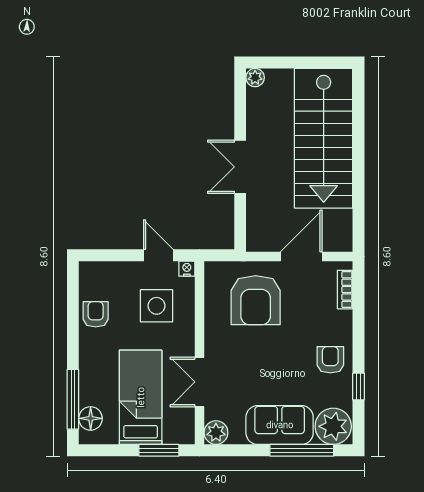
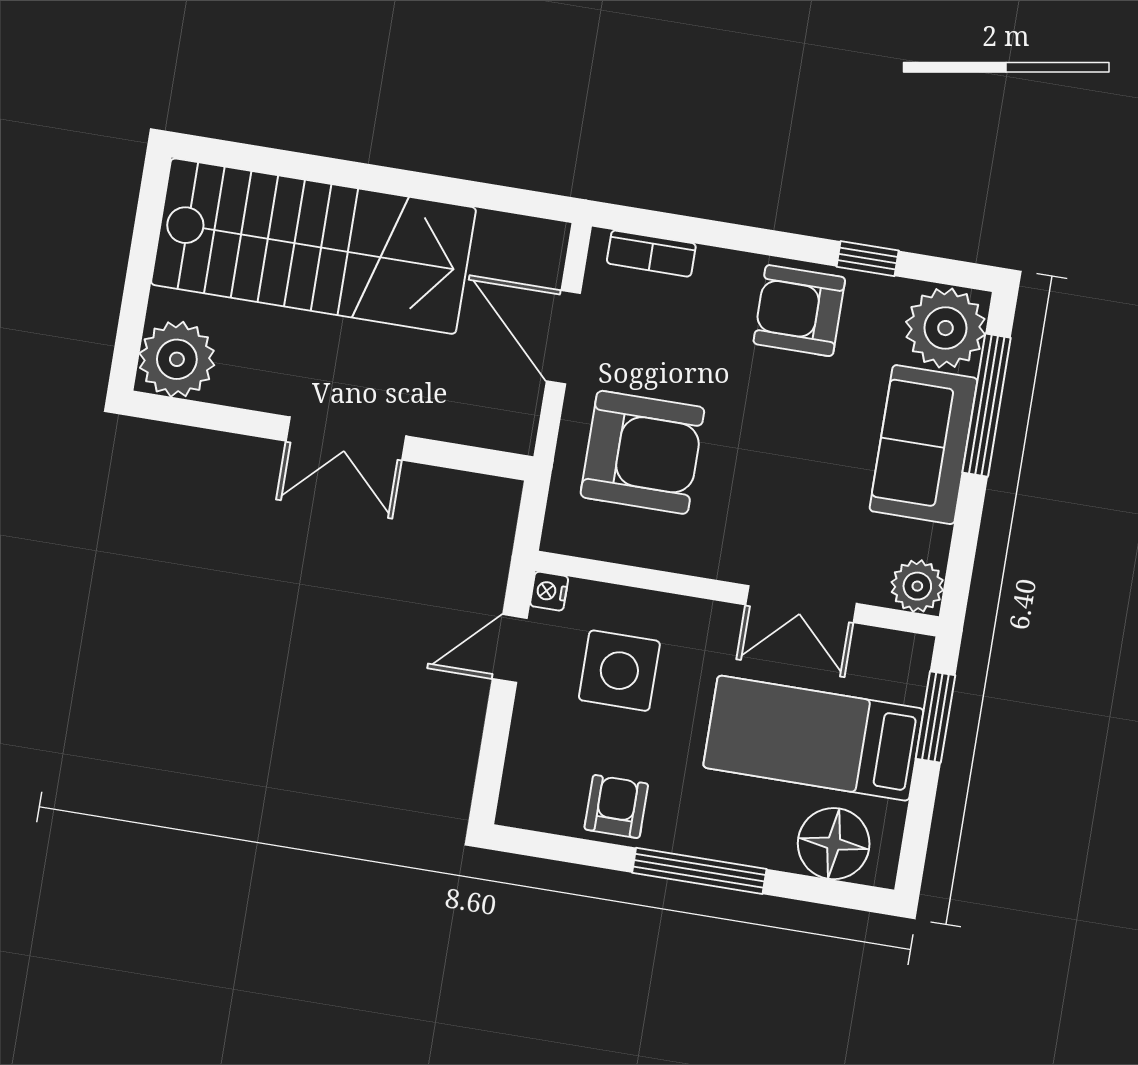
plant: (255, 78) -> (177, 359), width x1.88, depth x1.88
armchair: (96, 314) -> (616, 806), turned 90
armchair: (330, 360) -> (799, 311), width x1.38, depth x1.38
window: (73, 399) -> (699, 871), moved
floor lamp: (91, 418) -> (834, 844), width x1.38, depth x1.38

